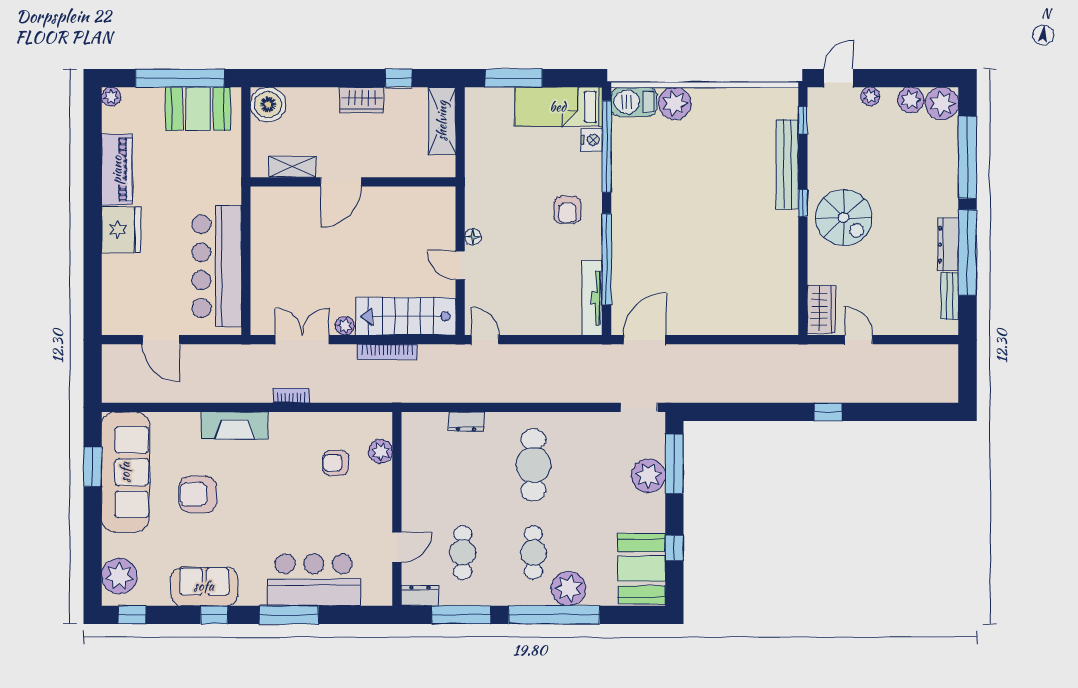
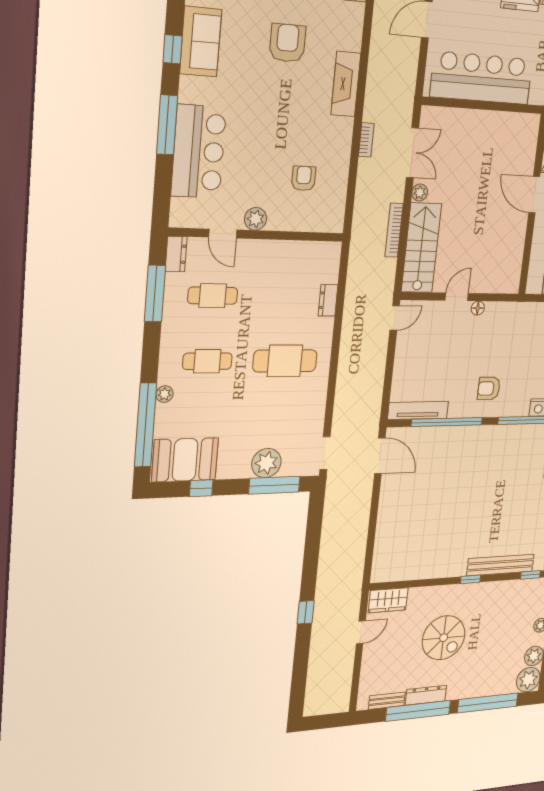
spiral stairs: (844, 218) -> (444, 638), moved, turned -90
plant: (380, 451) -> (256, 219), moved
plant: (569, 589) -> (165, 394), width x0.53, depth x0.53
window: (554, 615) -> (145, 425), moved

